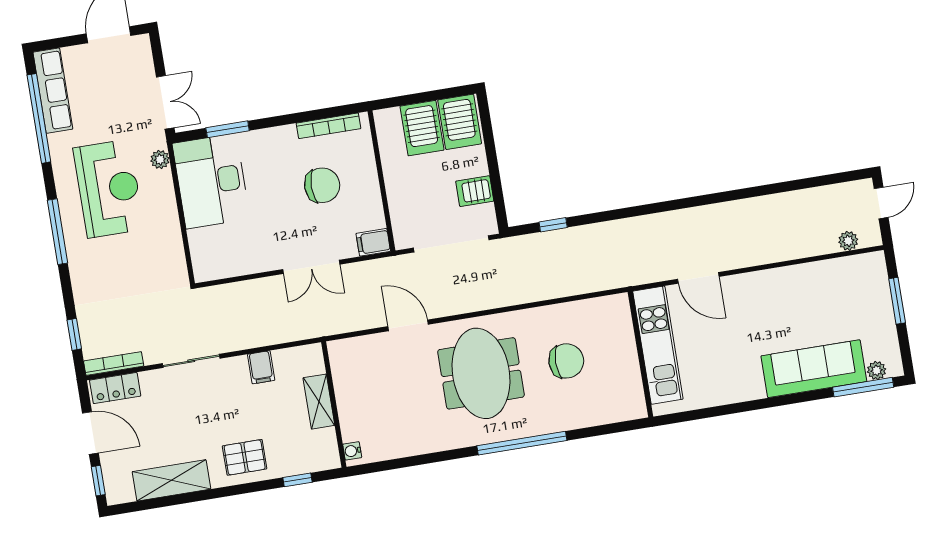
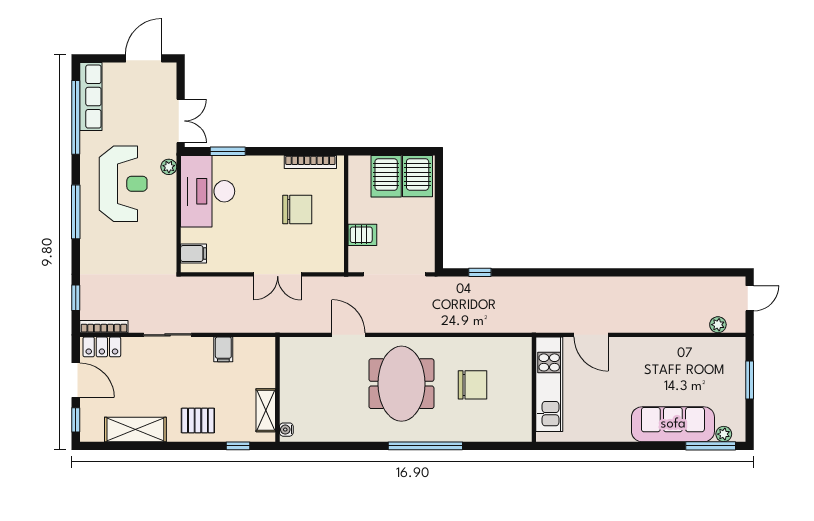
server rack: (475, 191) -> (362, 235), moved, turned 180
filing cabinet: (373, 242) -> (194, 254), moved, turned 180
shelving: (319, 402) -> (266, 410), moved

